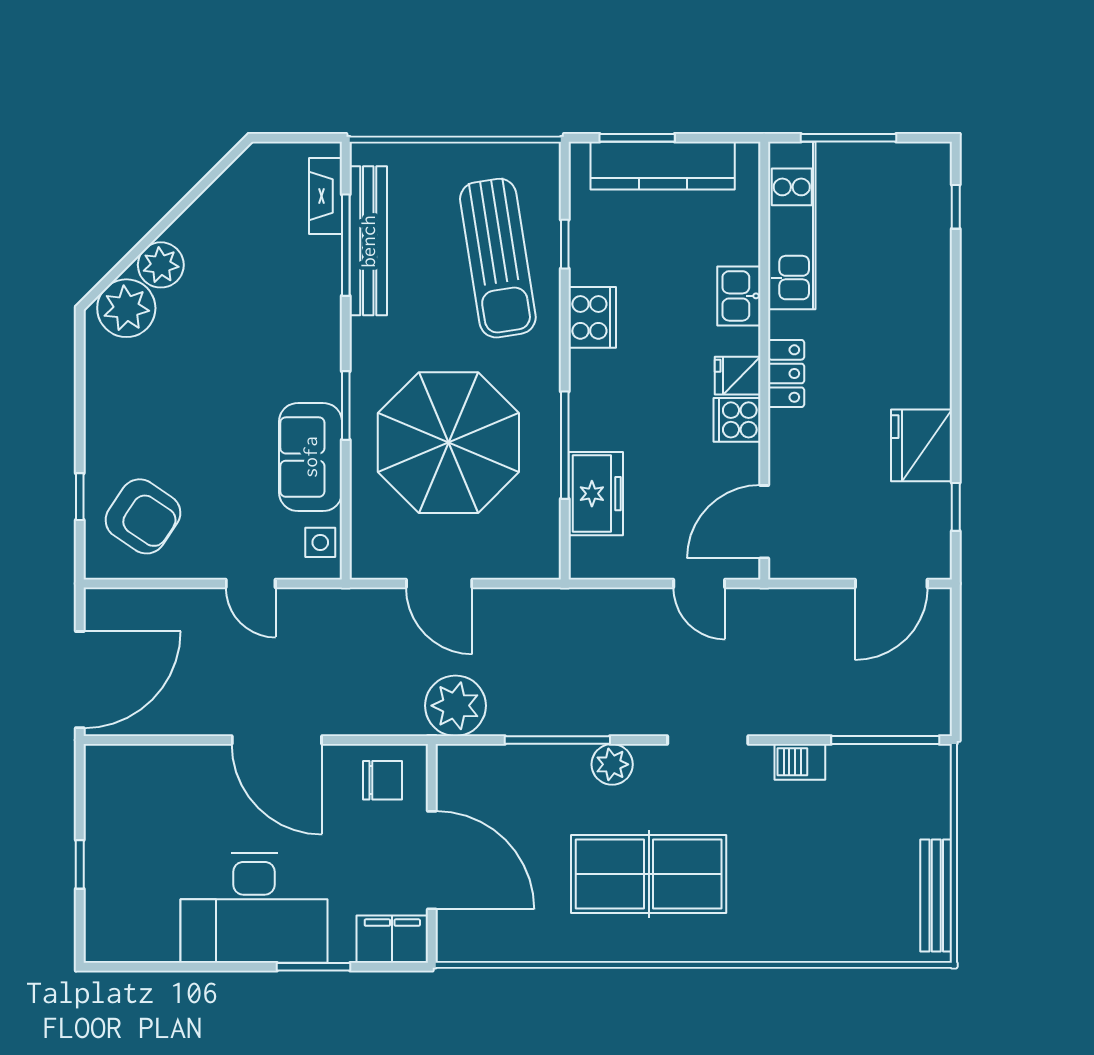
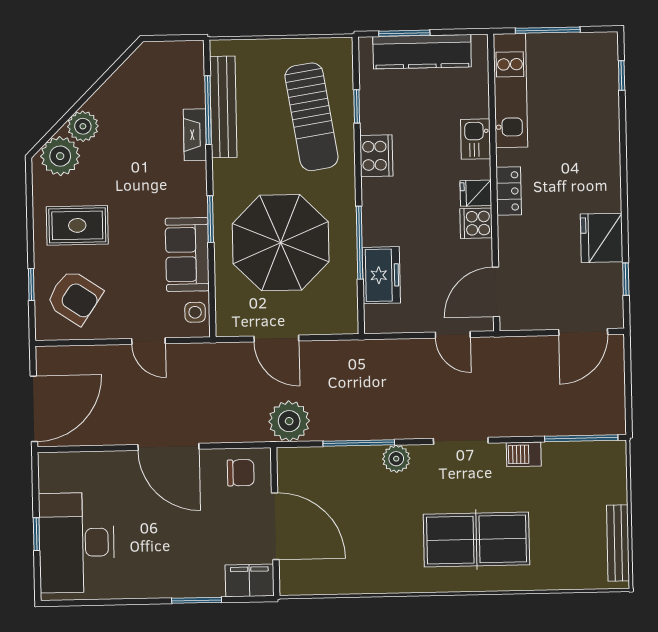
fireplace: (326, 196) -> (195, 135), moved
rug: (149, 411) -> (77, 225), added
table tennis table: (649, 874) -> (476, 540), moved
desk: (254, 908) -> (77, 543), moved, turned 90

